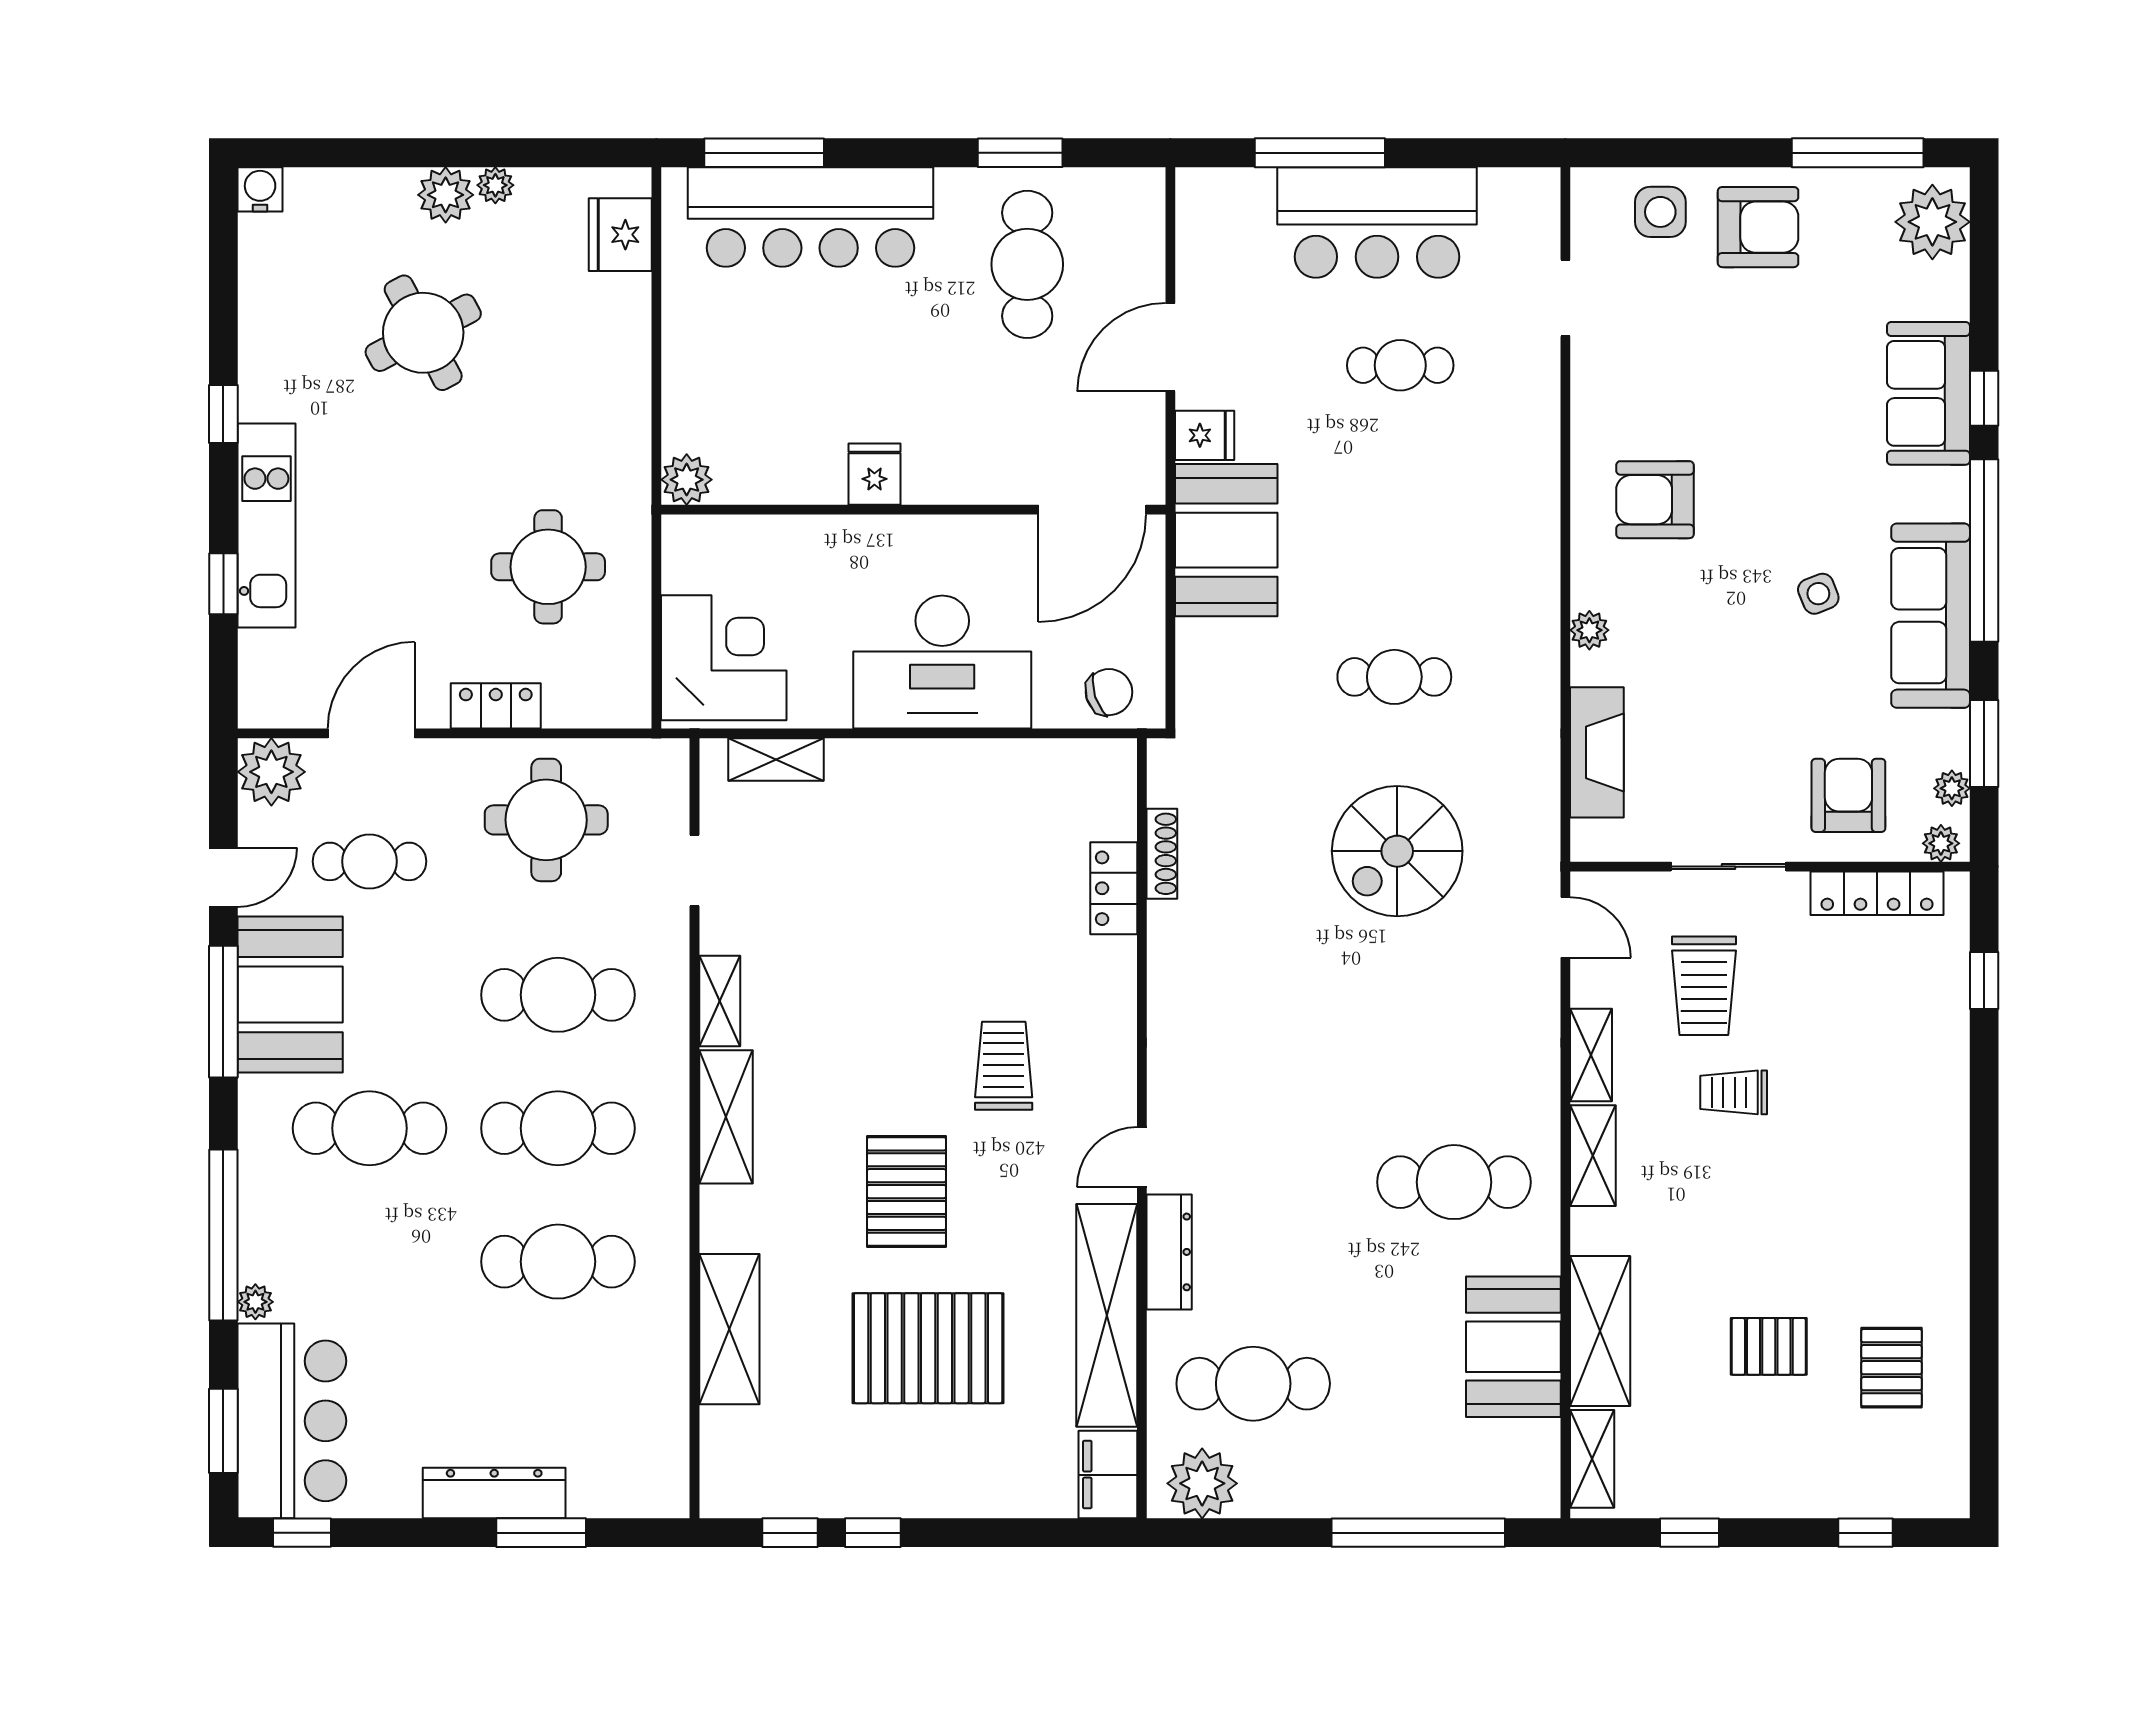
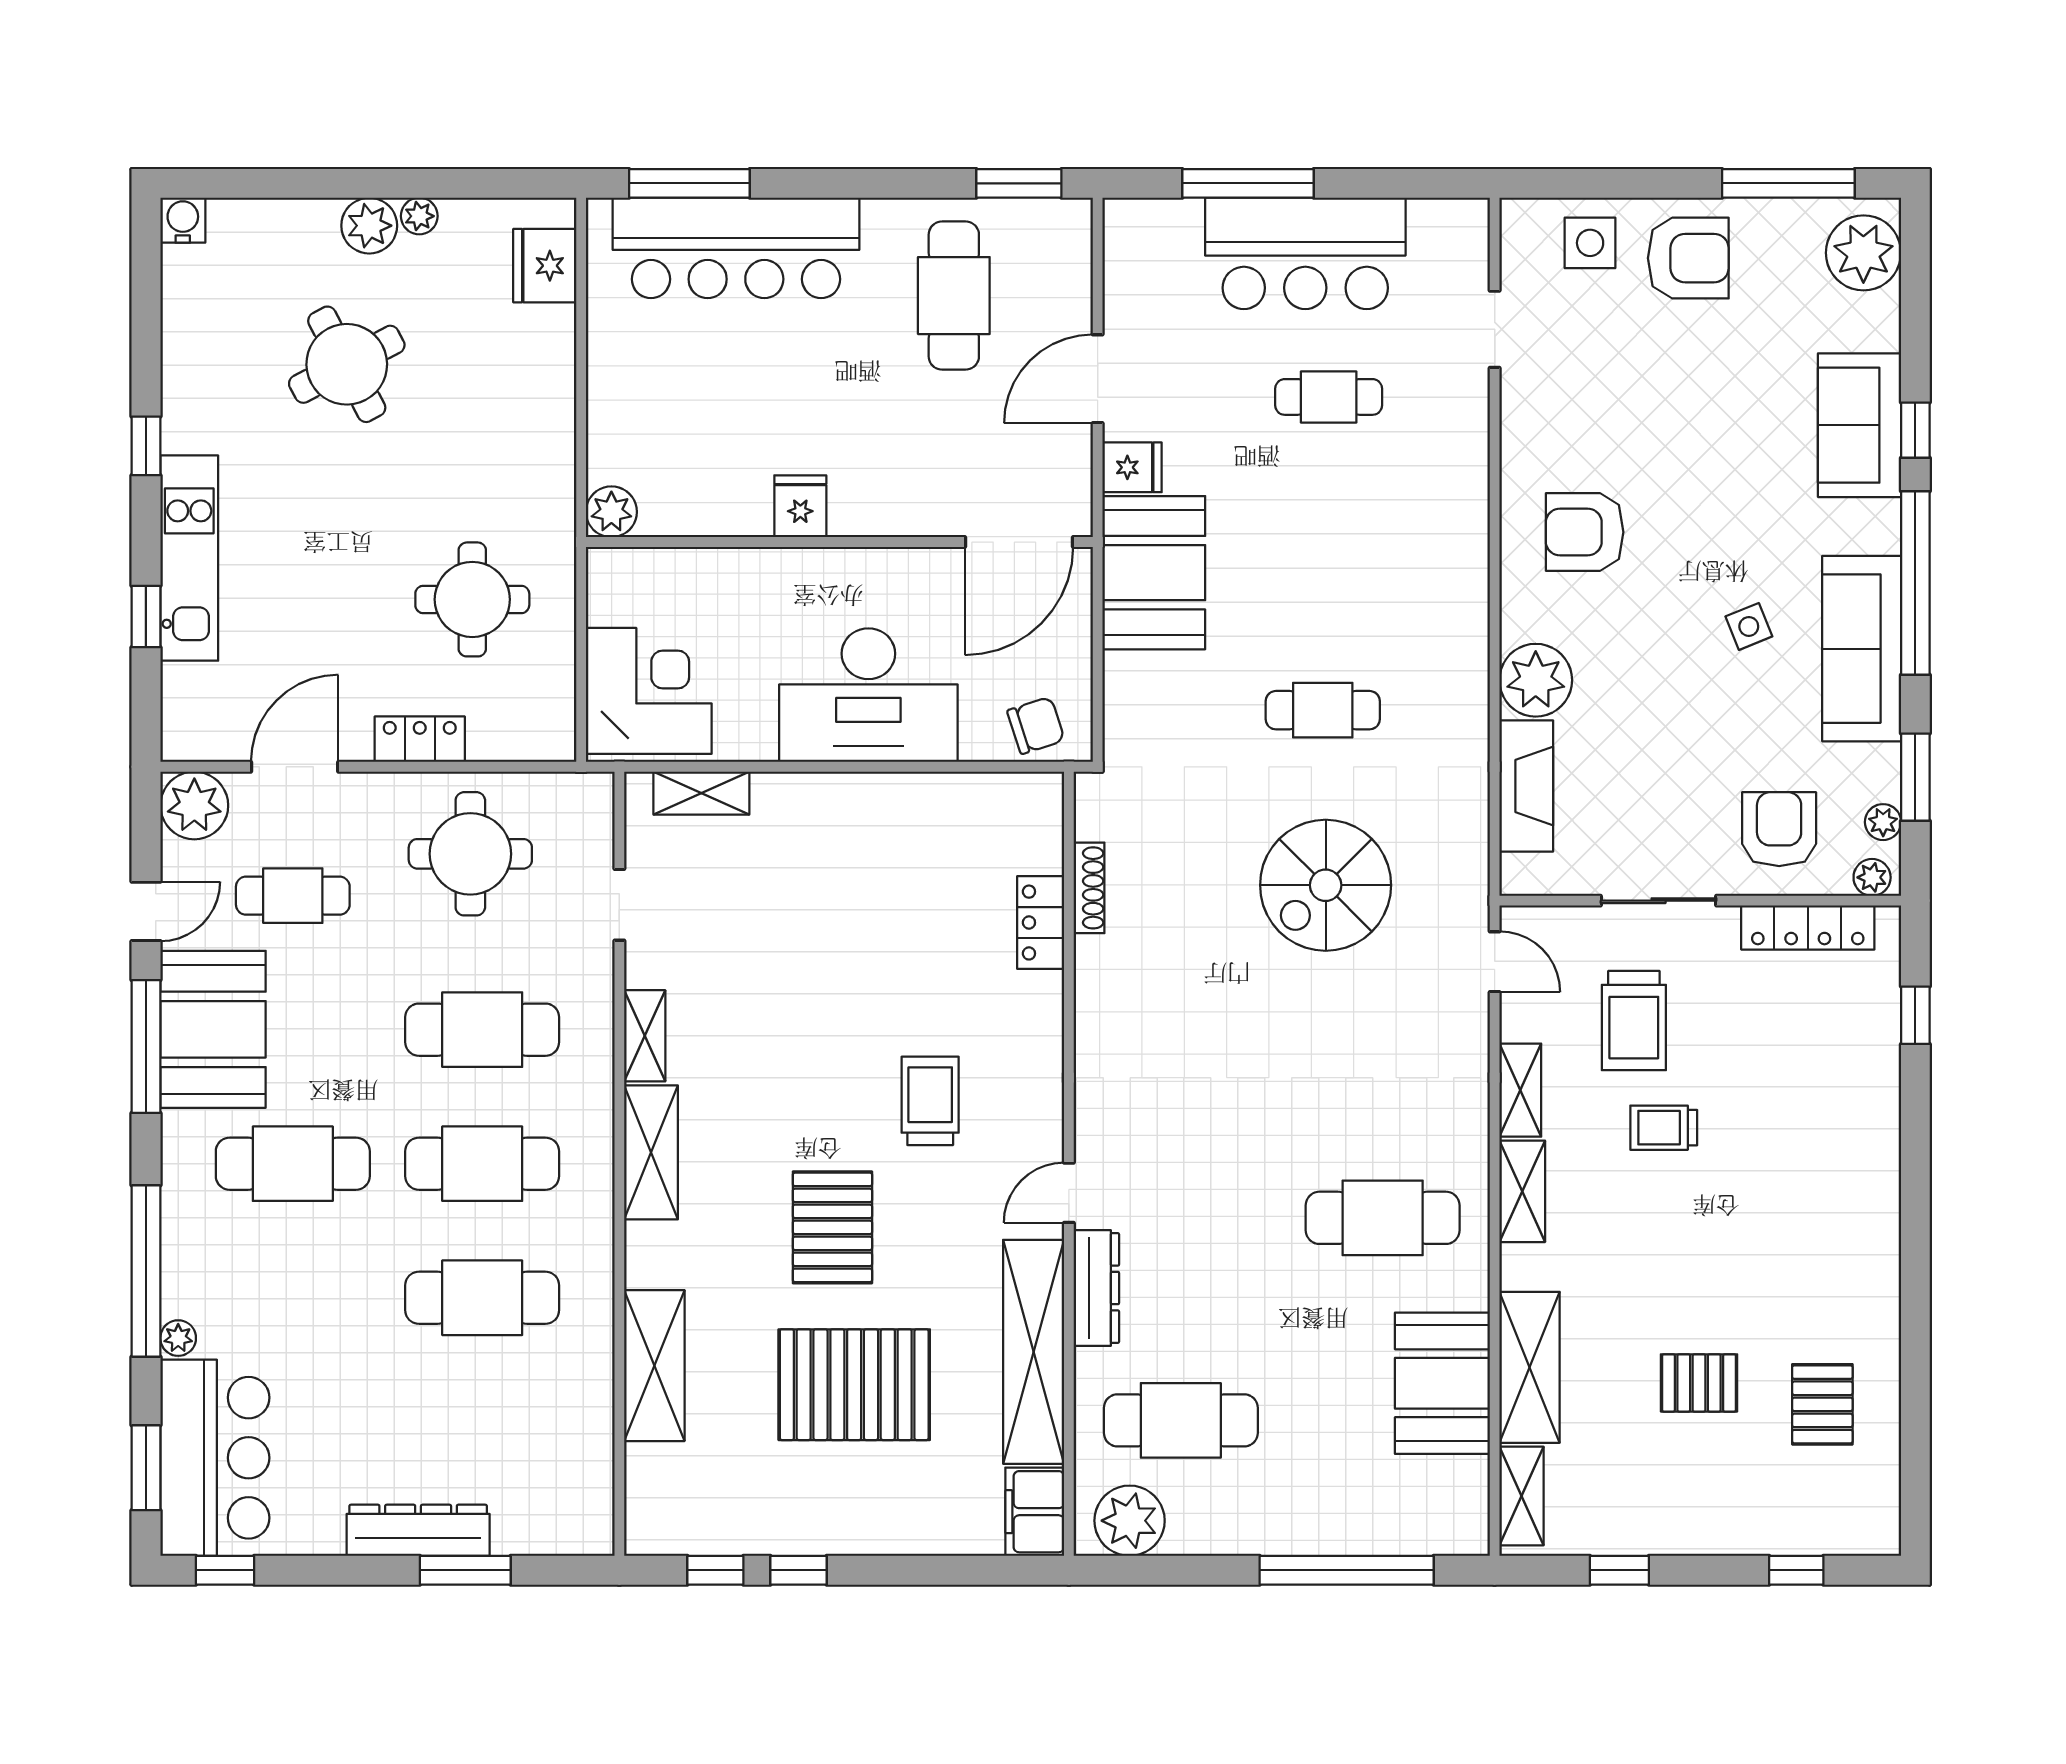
window: (1020, 153) -> (1019, 183), moved
plant: (1589, 630) -> (1536, 680), width x1.88, depth x1.88

